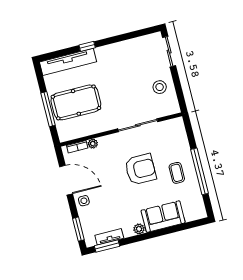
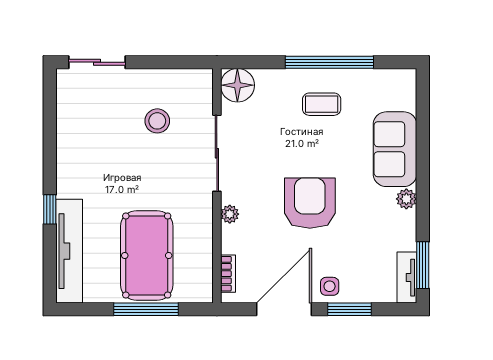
stool: (160, 87) -> (157, 121), moved
floor lamp: (176, 127) -> (237, 85), added
plant: (93, 144) -> (230, 214), moved
armchair: (140, 169) -> (310, 203), moved
window: (78, 229) -> (349, 309), moved
tv unit: (109, 237) -> (407, 278), moved

